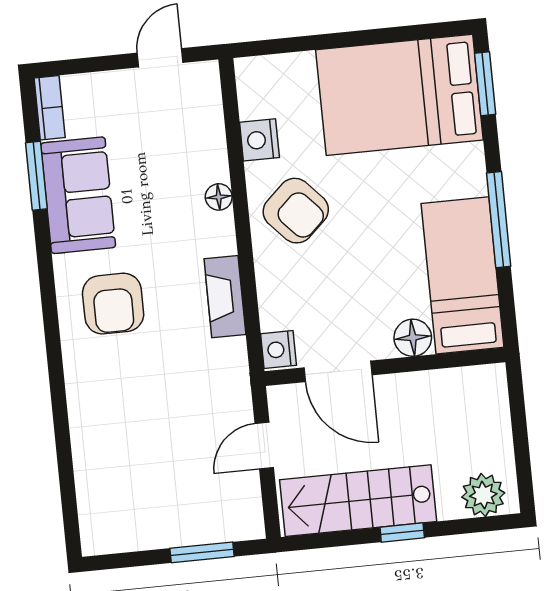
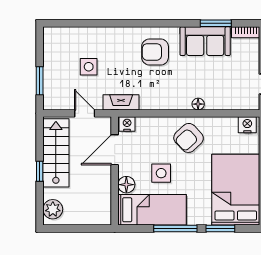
window: (485, 84) -> (220, 228), moved
nightstand: (259, 140) -> (247, 125), moved
side table: (380, 263) -> (161, 173), added
fireplace: (225, 297) -> (121, 102), moved
side table: (160, 447) -> (89, 67), added

